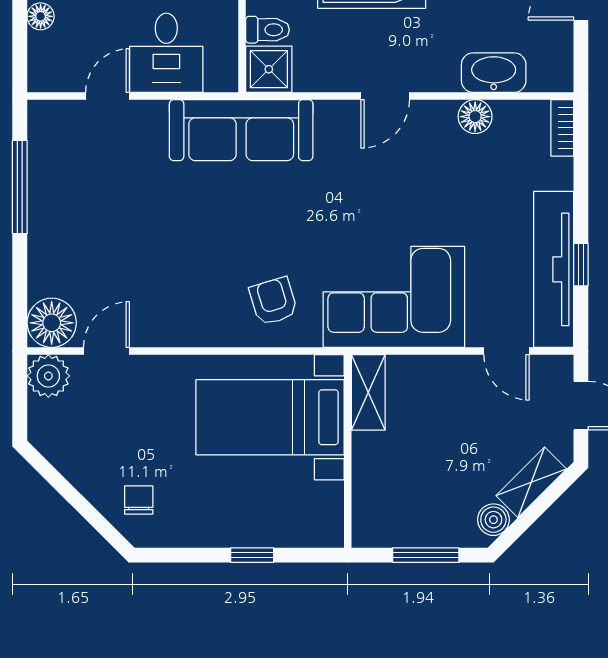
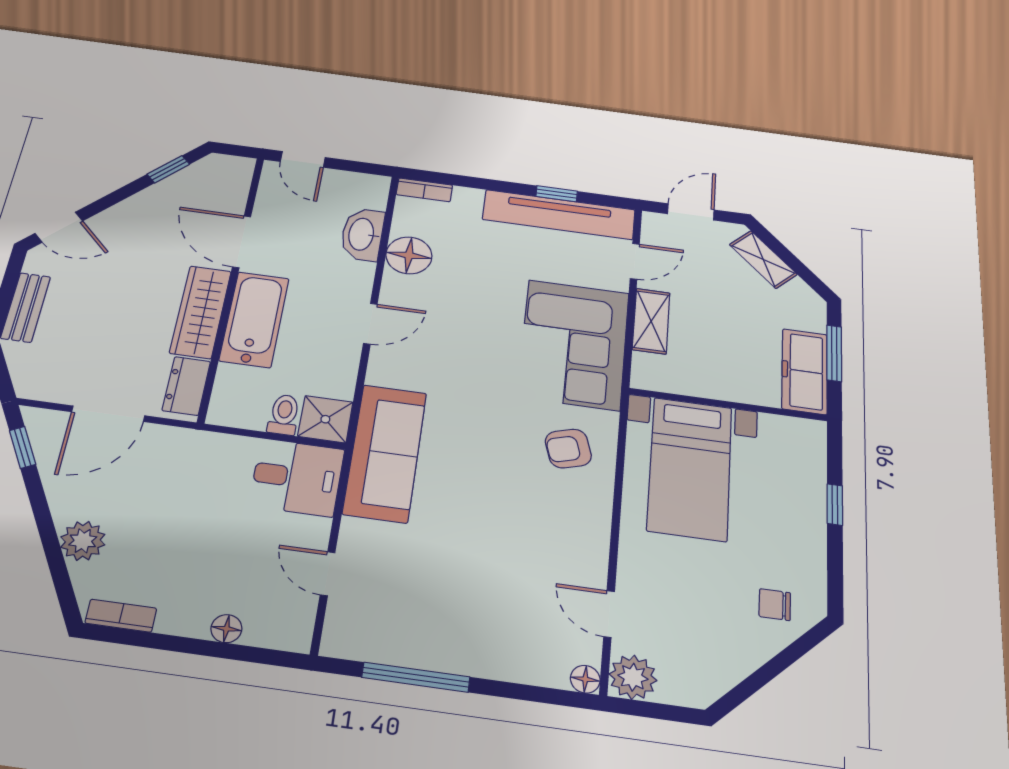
desk: (166, 53) -> (297, 477), moved
door: (385, 96) -> (370, 324), hinge flipped
floor lamp: (475, 117) -> (409, 255), width x1.38, depth x1.38
floor lamp: (52, 323) -> (585, 679), width x0.53, depth x0.53
shelving: (368, 392) -> (651, 321), moved, turned 90
boiler: (493, 520) -> (799, 294), removed
freezer: (399, 526) -> (805, 371), added

